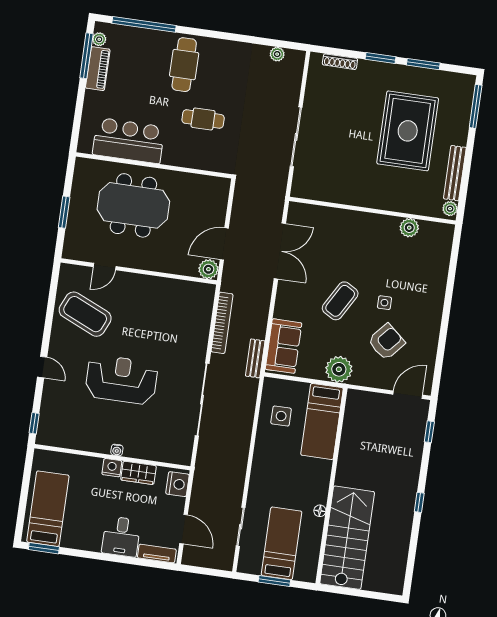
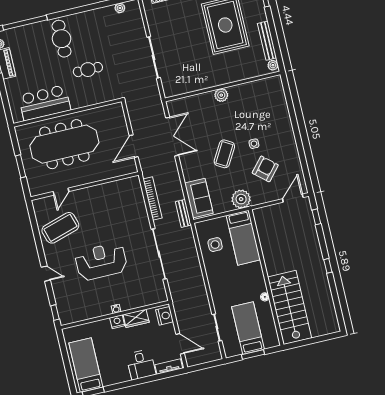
meeting table: (133, 205) -> (64, 144), width x1.36
plant: (409, 228) -> (221, 95), moved
plant: (208, 269) -> (130, 167), removed
coffee table: (85, 314) -> (60, 228), turned -41

